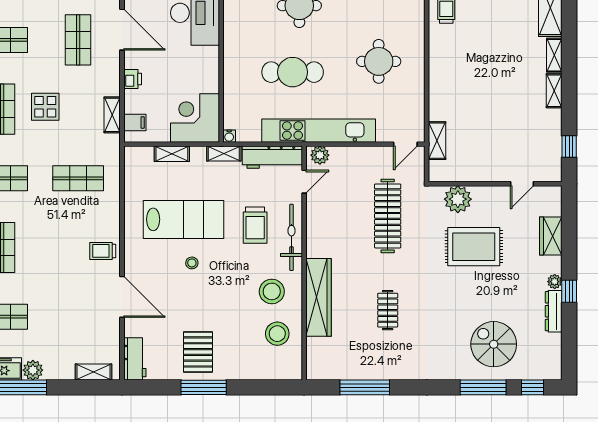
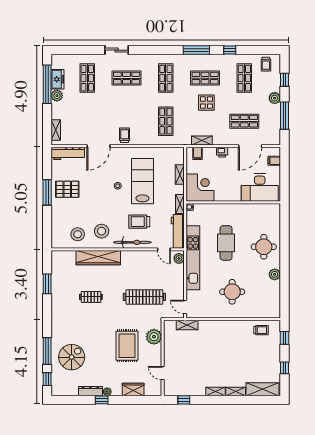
lab bench: (184, 219) -> (142, 181), turned 180
workbench: (135, 359) -> (68, 153), width x1.37
window: (365, 387) -> (47, 284), width x0.69

